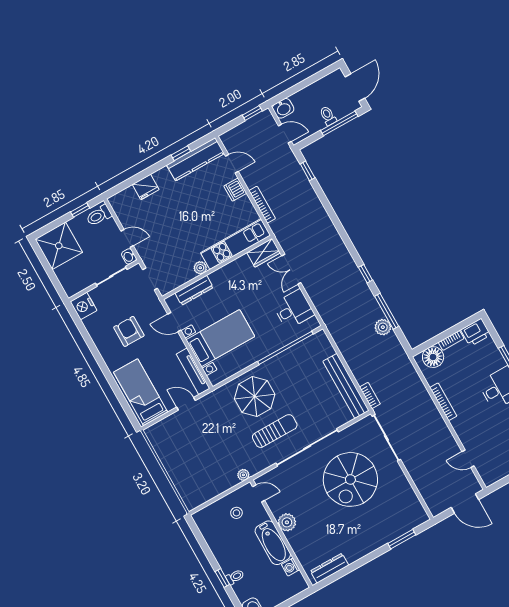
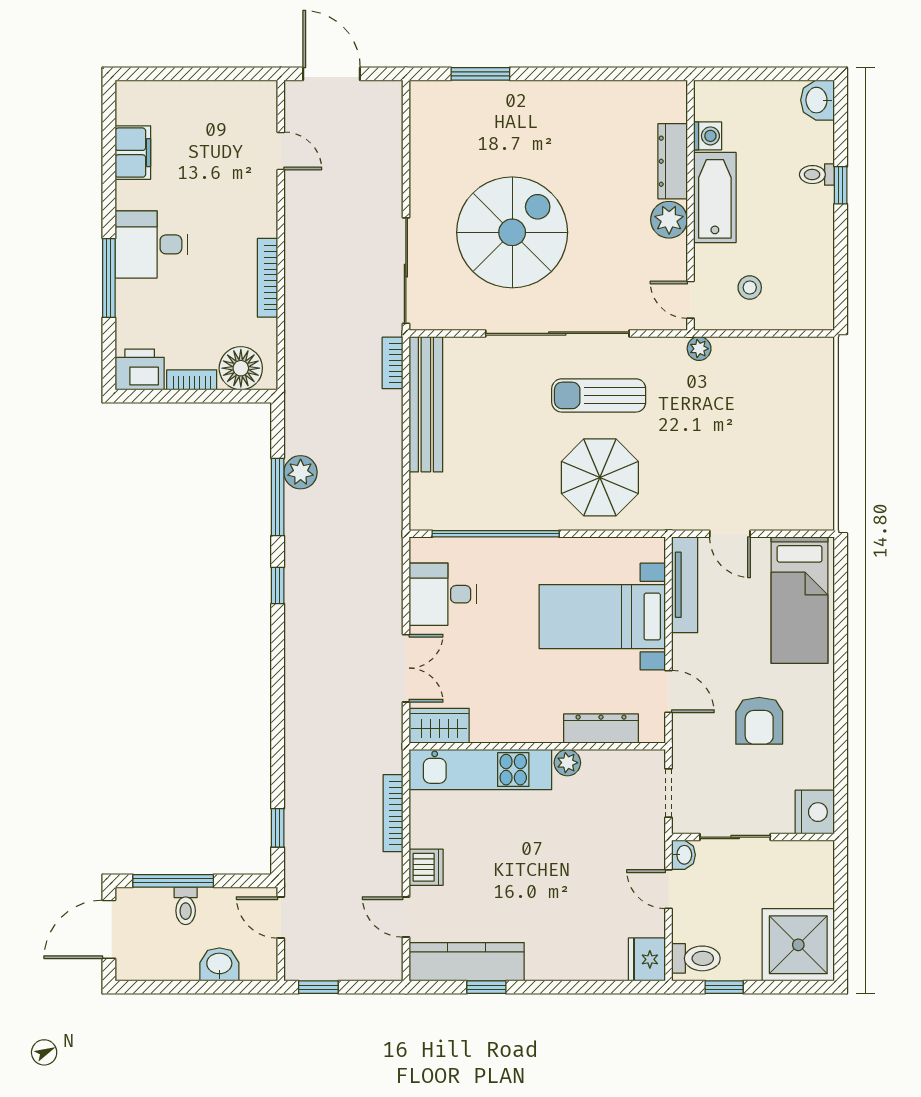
washbasin: (283, 108) -> (219, 964), moved
fridge: (146, 187) -> (647, 959), moved, turned -90
dresser: (330, 568) -> (673, 161), moved, turned 90

